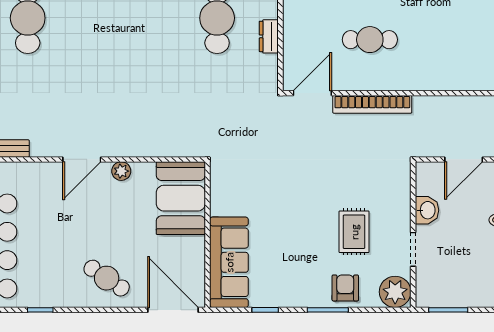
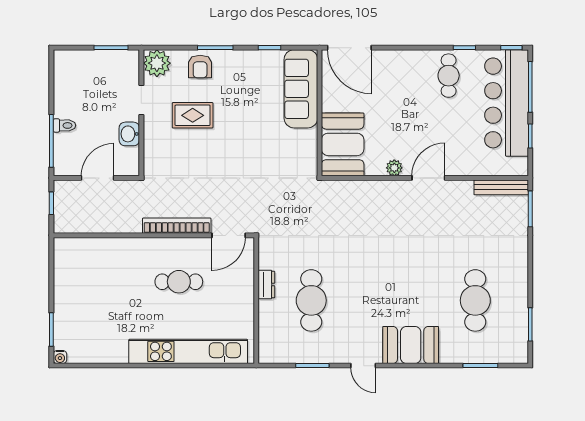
rug: (354, 232) -> (193, 115), turned 90
cafe table: (107, 278) -> (449, 76), moved, turned 56

